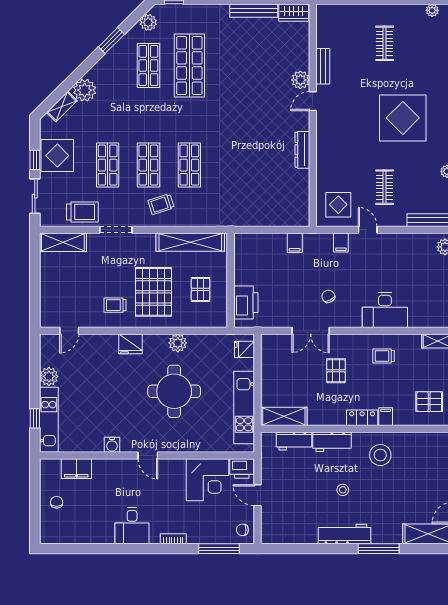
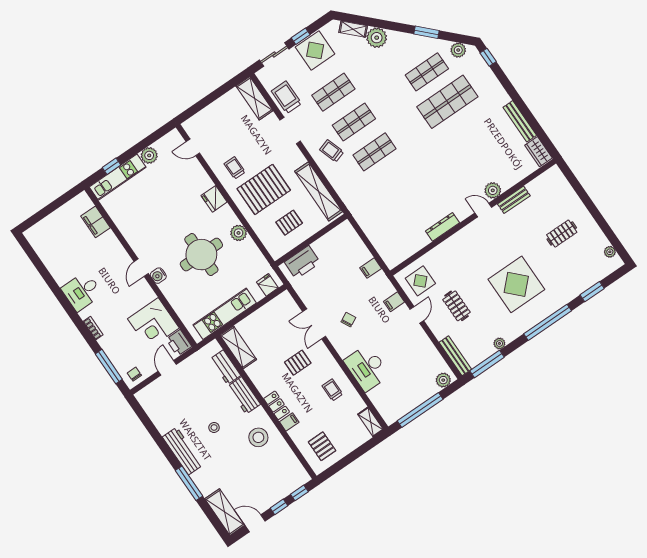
clothes rail: (385, 187) -> (456, 306), turned 90
trolley: (82, 212) -> (286, 97), turned 180
water cooler: (112, 445) -> (158, 276), moved
chair: (57, 502) -> (61, 224), removed

